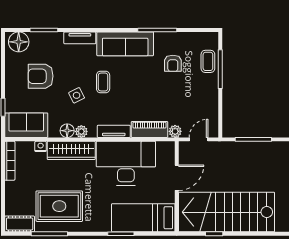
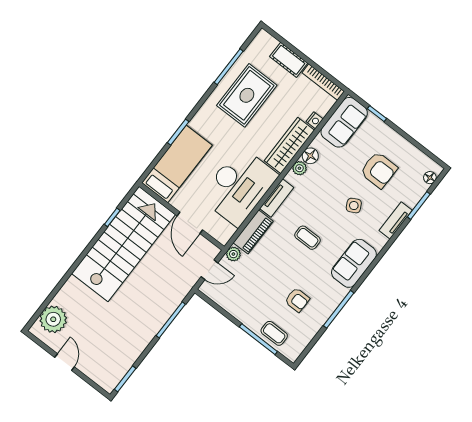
tv unit: (80, 38) -> (396, 220), moved
floor lamp: (19, 42) -> (430, 178), width x0.53, depth x0.53
sofa: (125, 44) -> (354, 263), width x0.73
armchair: (173, 63) -> (297, 300), turned 180
armchair: (41, 76) -> (379, 170), turned 90
coffee table: (103, 82) -> (307, 238), moved
side table: (77, 95) -> (354, 206), moved
door: (199, 139) -> (210, 270), hinge flipped
cot: (20, 224) -> (289, 60), moved, turned 90

